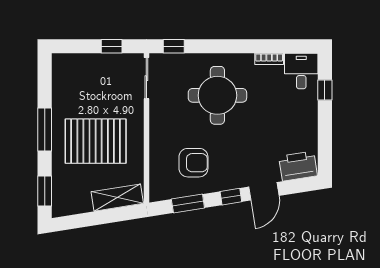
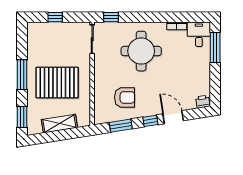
window: (112, 46) -> (55, 17), moved
window: (325, 90) -> (215, 47), width x2.17
printer: (298, 166) -> (203, 102), width x0.53, depth x0.68
door: (264, 191) -> (173, 117), swing flipped
shelving: (117, 198) -> (59, 124), moved

